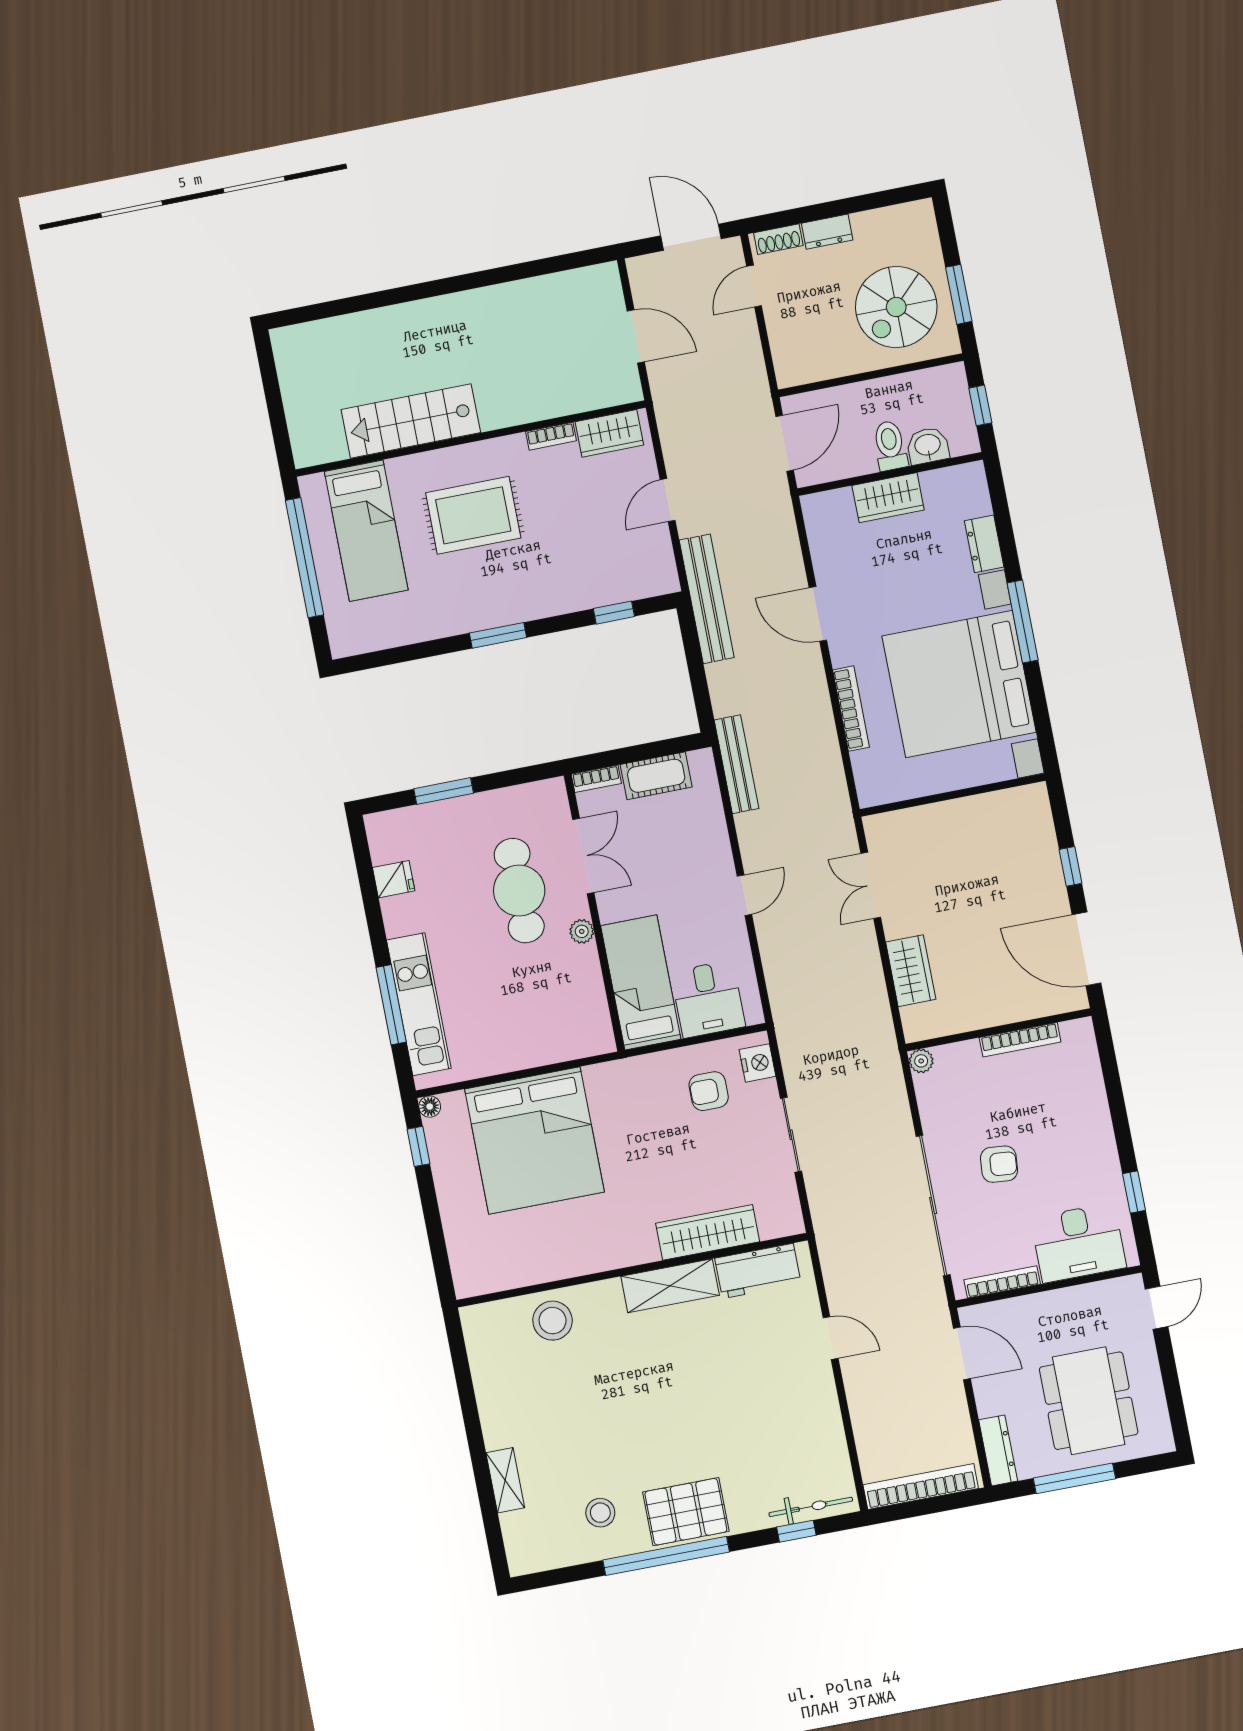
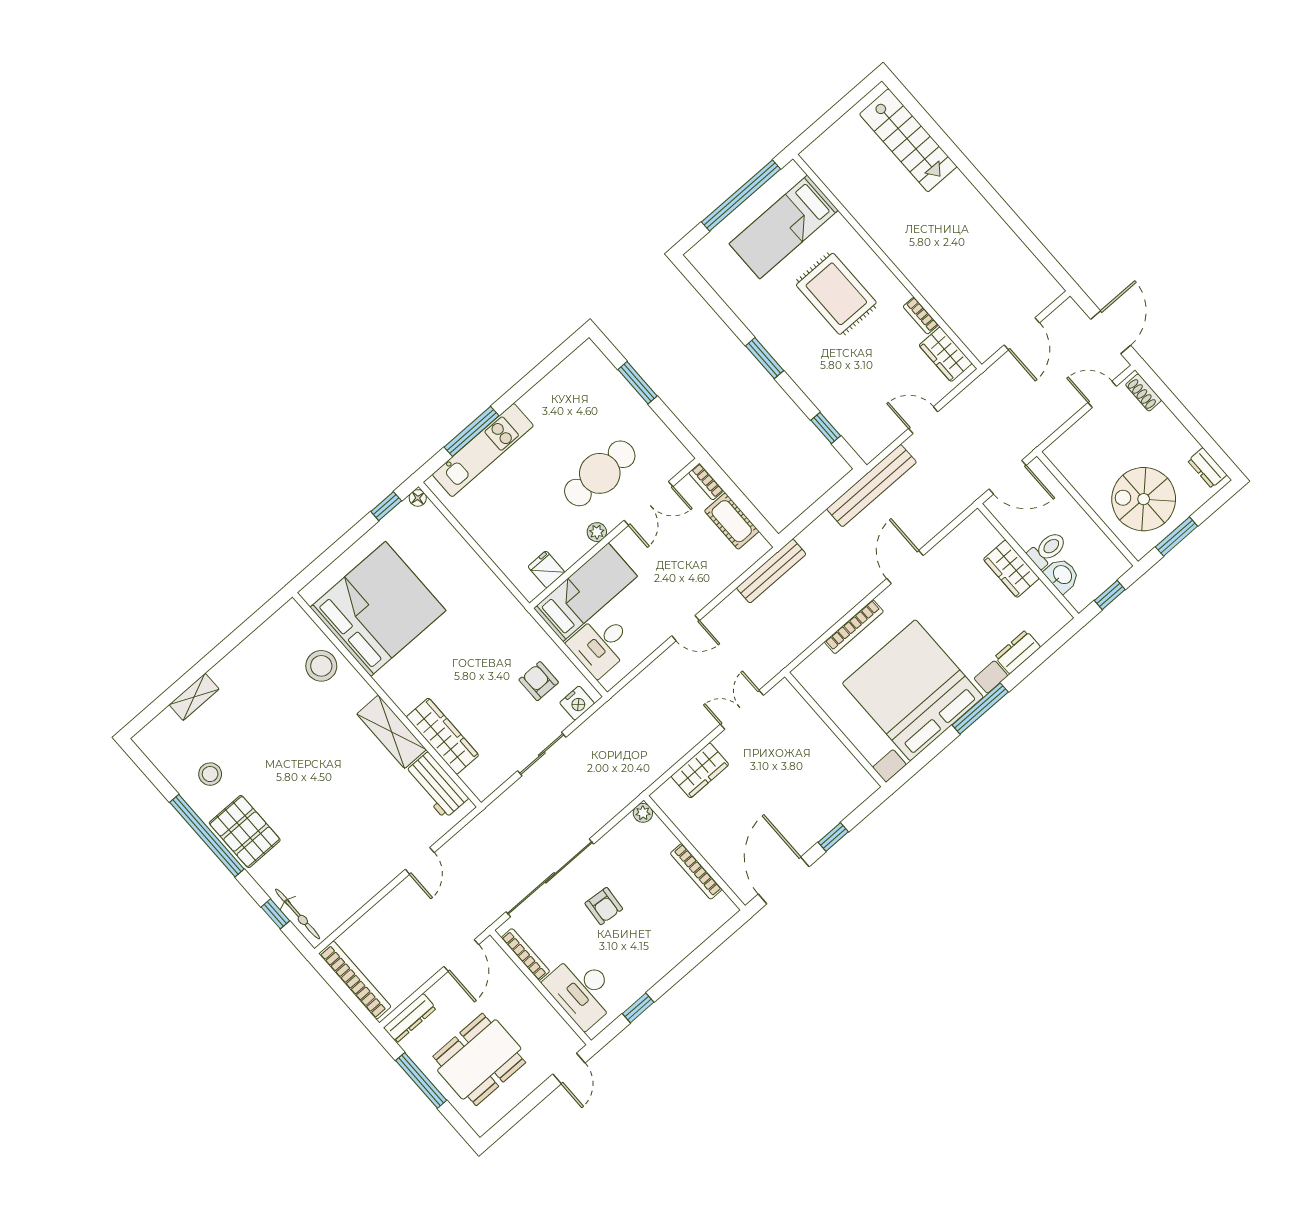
dresser: (827, 232) -> (1207, 468), moved
stairs: (411, 421) -> (908, 140), moved, turned 180
fridge: (394, 879) -> (546, 569), moved, turned 180
bed: (534, 1140) -> (378, 609), moved, turned 180
door: (1157, 1308) -> (569, 1069), hinge flipped

